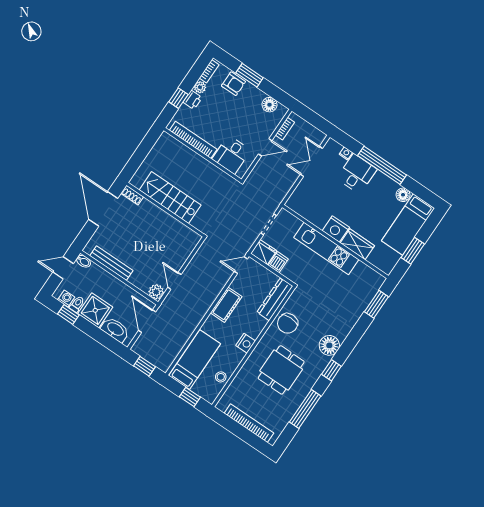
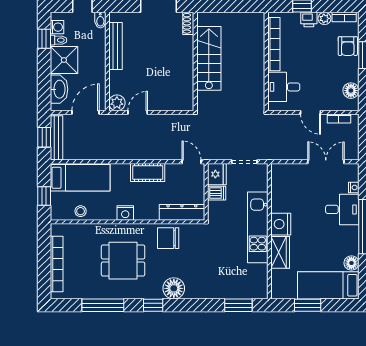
bench: (152, 357) -> (56, 138), added

